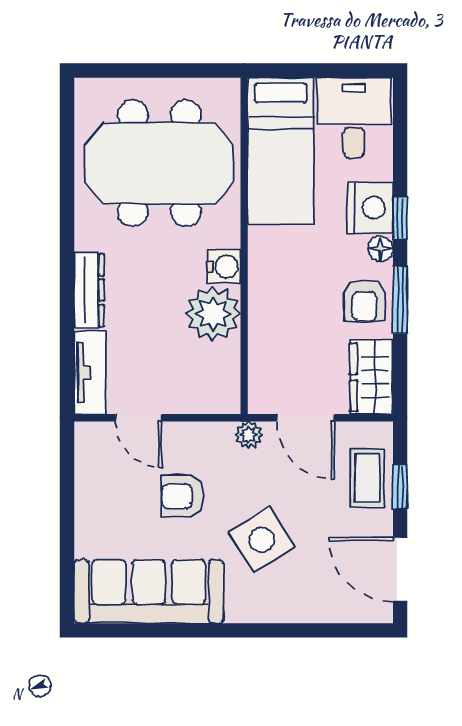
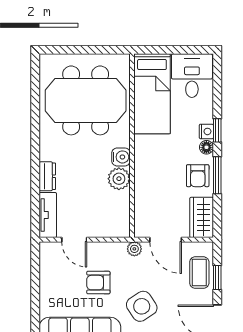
nightstand: (370, 208) -> (206, 131), width x0.53, depth x0.56
dresser: (89, 290) -> (47, 176), width x0.70
plant: (213, 314) -> (119, 179), width x0.73, depth x0.73

